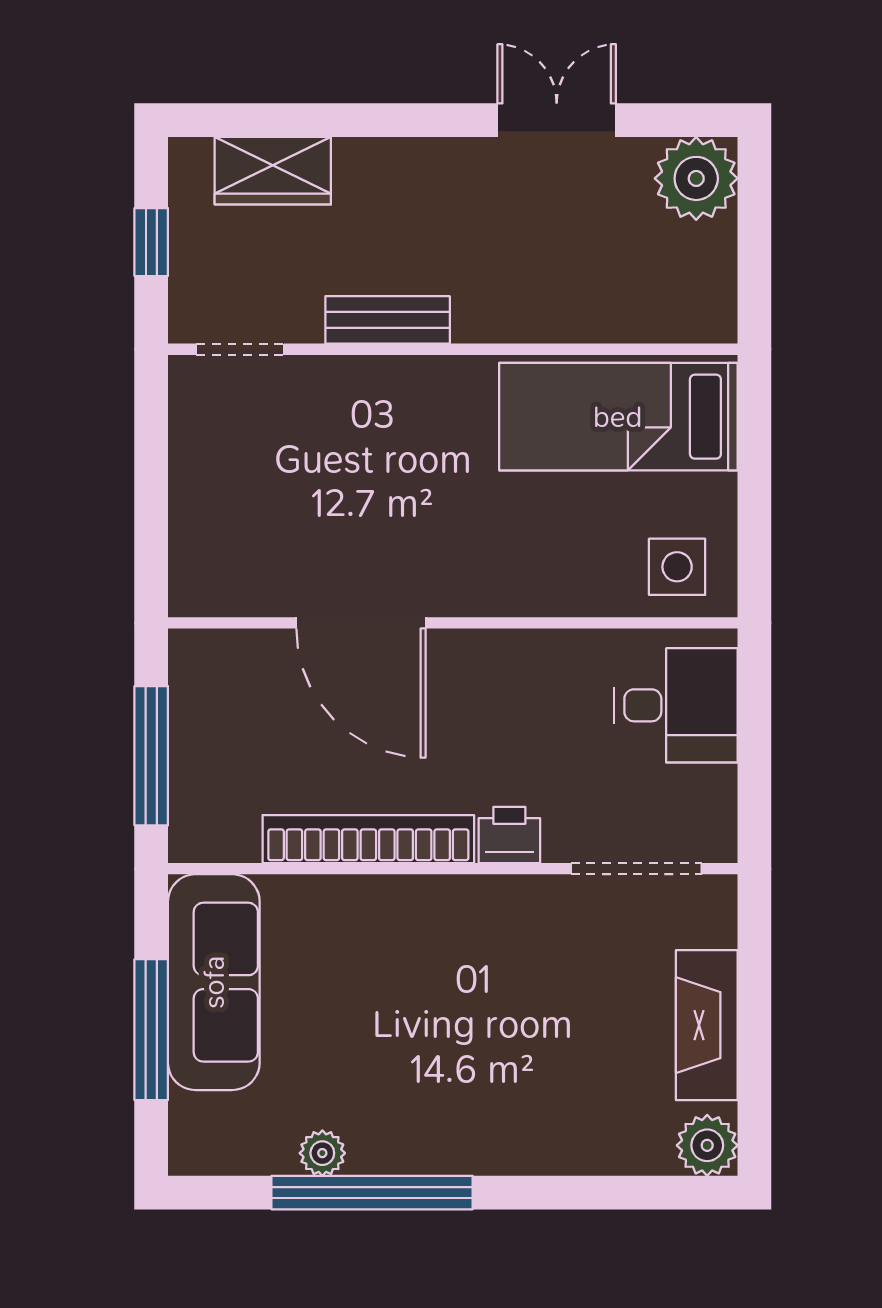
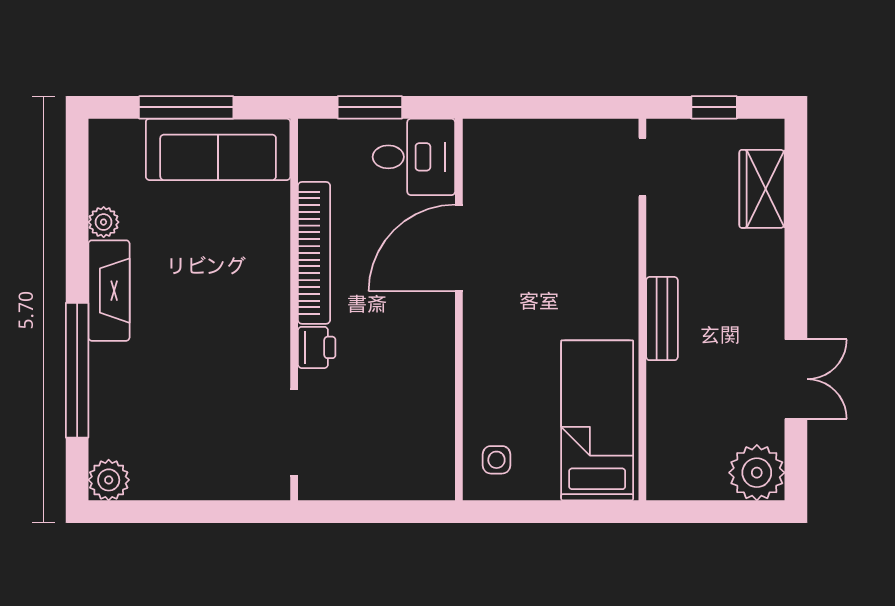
bench: (388, 320) -> (662, 319), moved
side table: (677, 567) -> (496, 460), width x0.73, depth x0.73
desk: (676, 705) -> (414, 157), moved, turned -90
window: (151, 756) -> (370, 107), width x0.69
fireplace: (707, 1025) -> (109, 291), moved, turned 90
window: (372, 1193) -> (77, 370), moved

